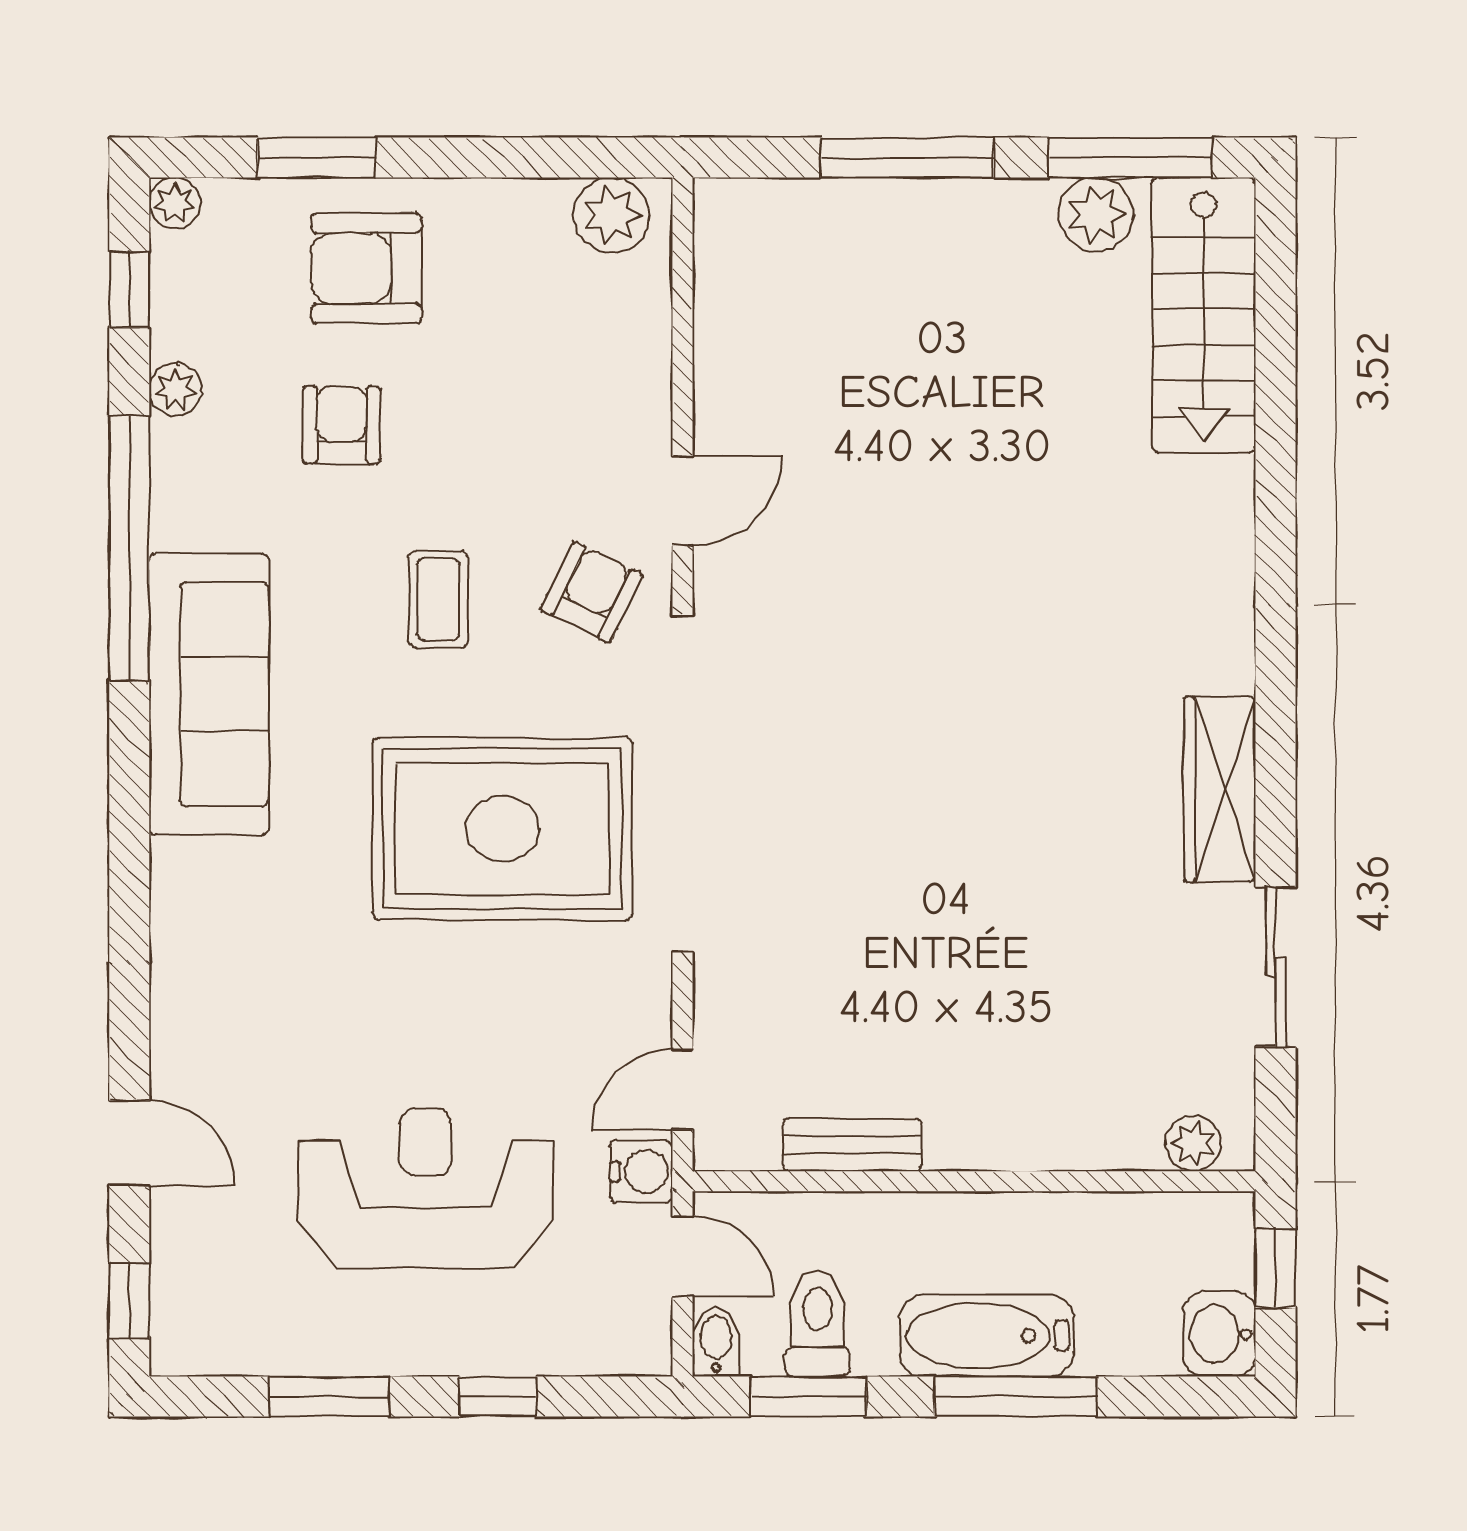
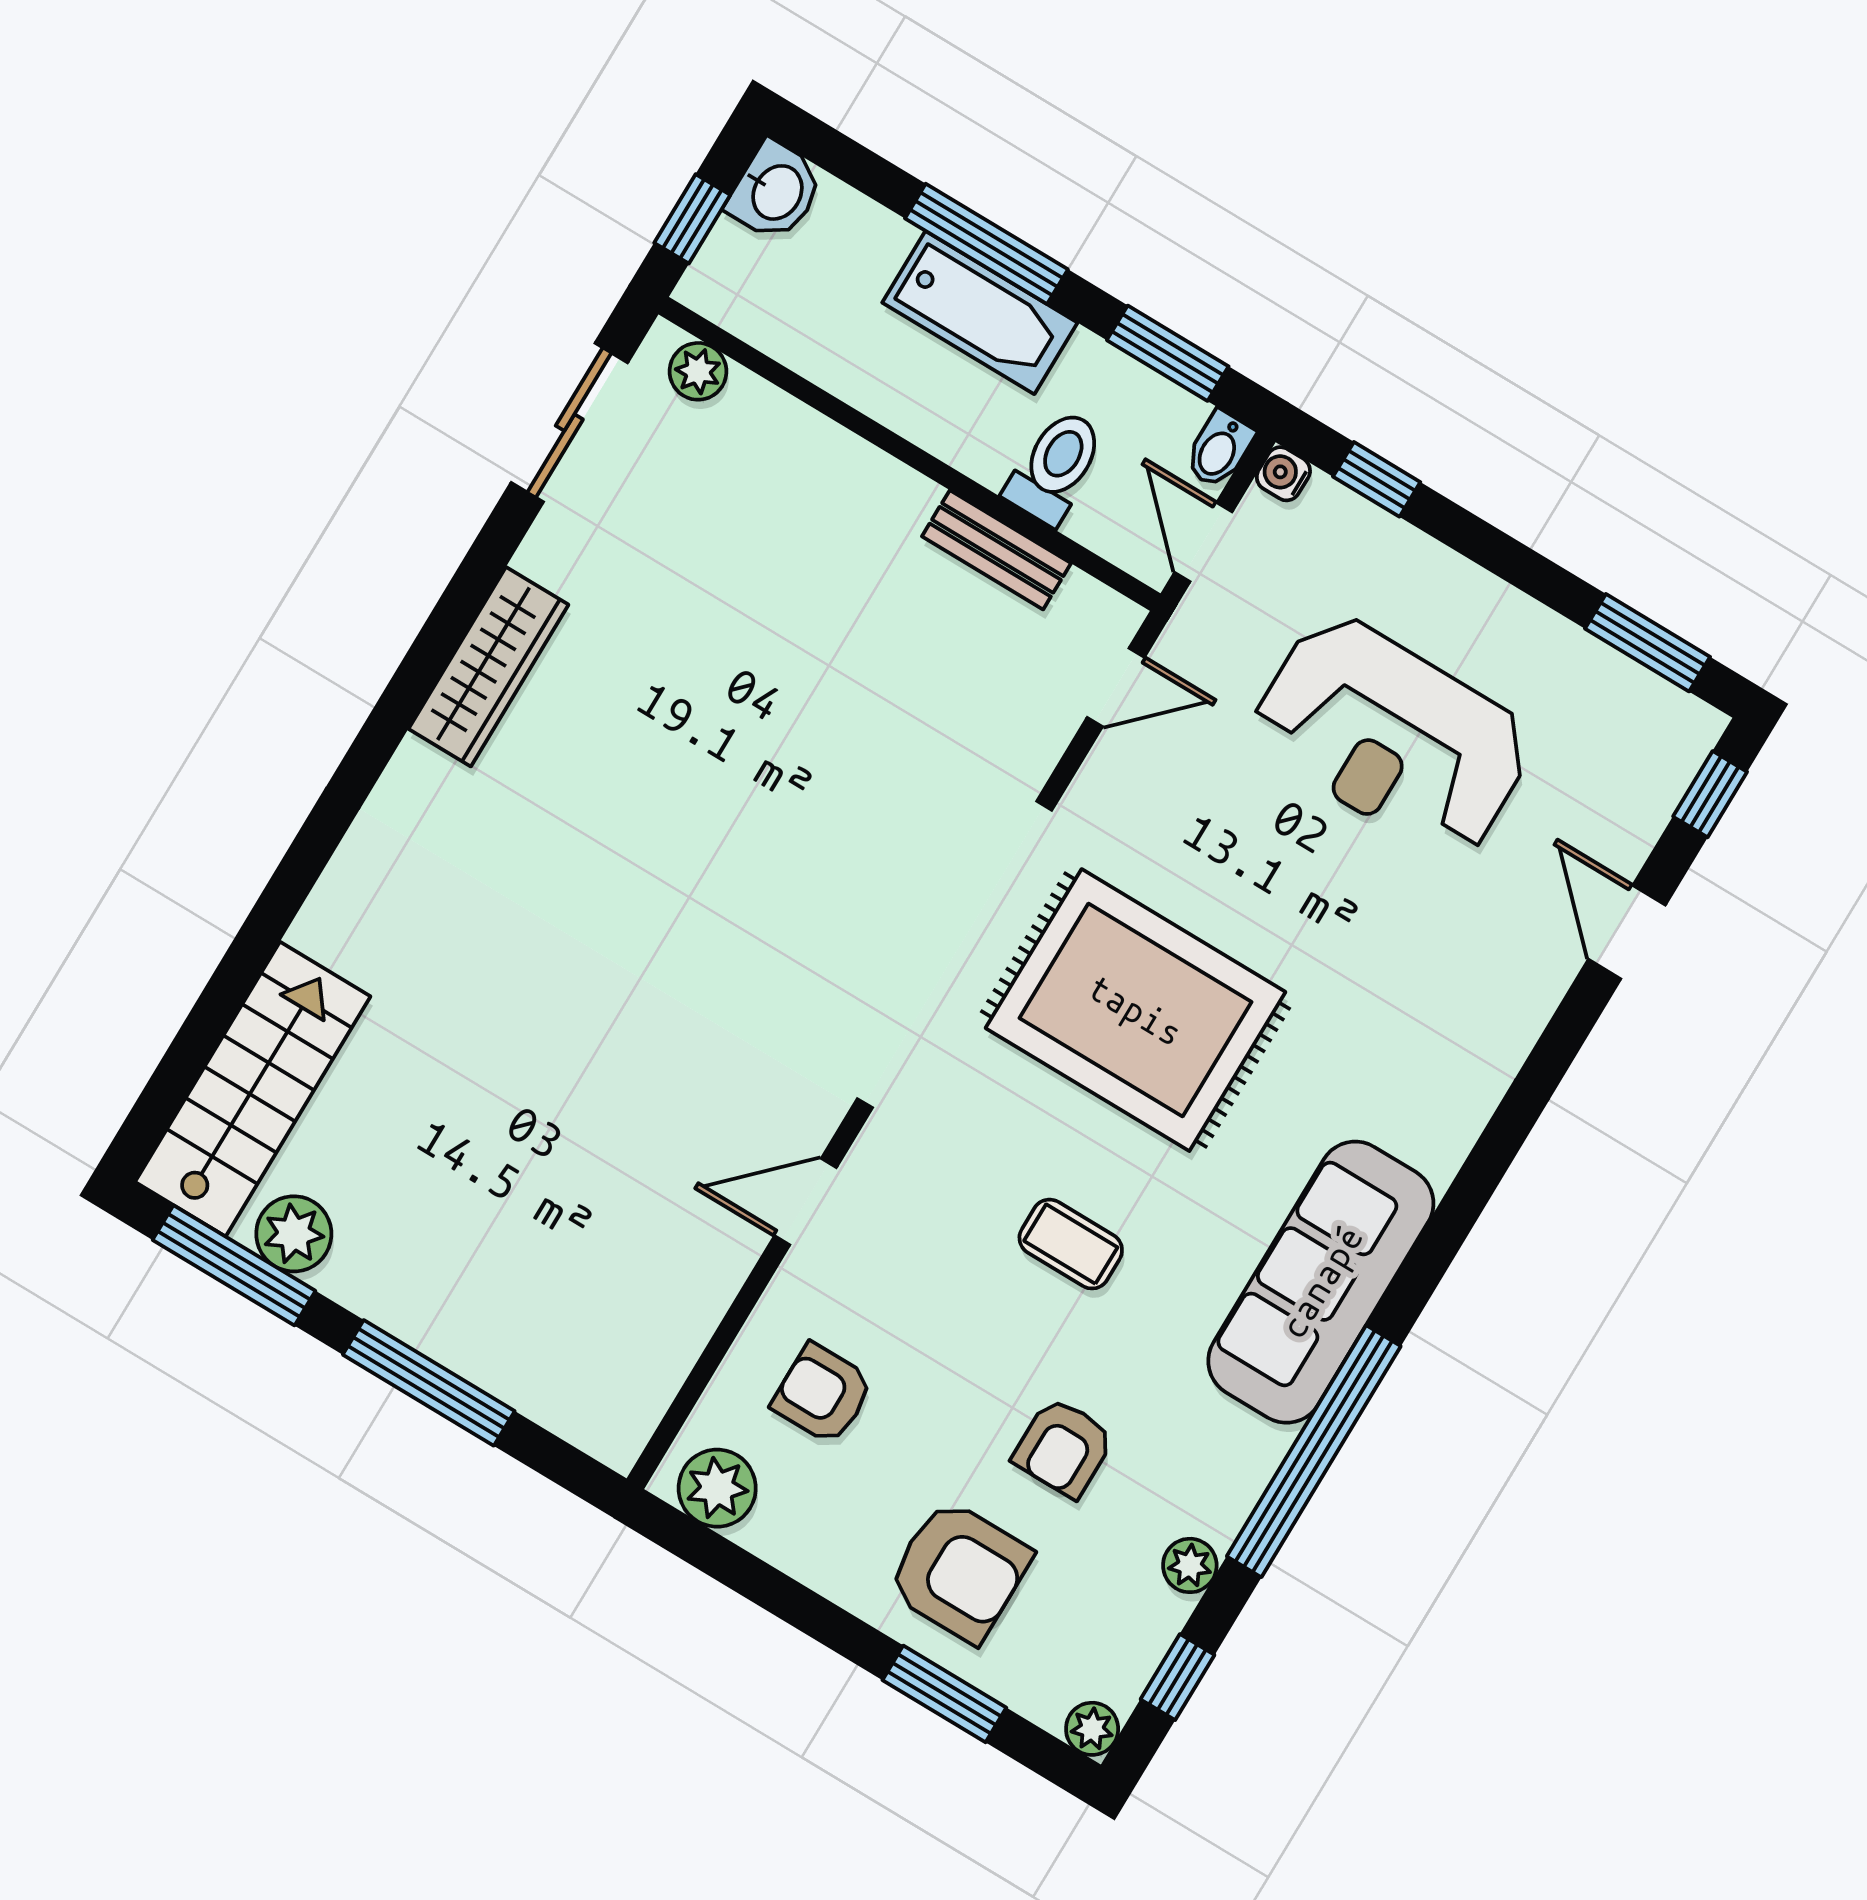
armchair: (592, 592) -> (823, 1394), moved, turned 64
coffee table: (438, 599) -> (1071, 1244), turned 90
sliding door: (1276, 967) -> (569, 423), moved
water cooler: (641, 1172) -> (1283, 474), moved, width x0.72, depth x0.72
toilet: (817, 1324) -> (1055, 467), moved, turned 180
window: (329, 1397) -> (1647, 643), moved
window: (498, 1397) -> (1377, 479), moved

